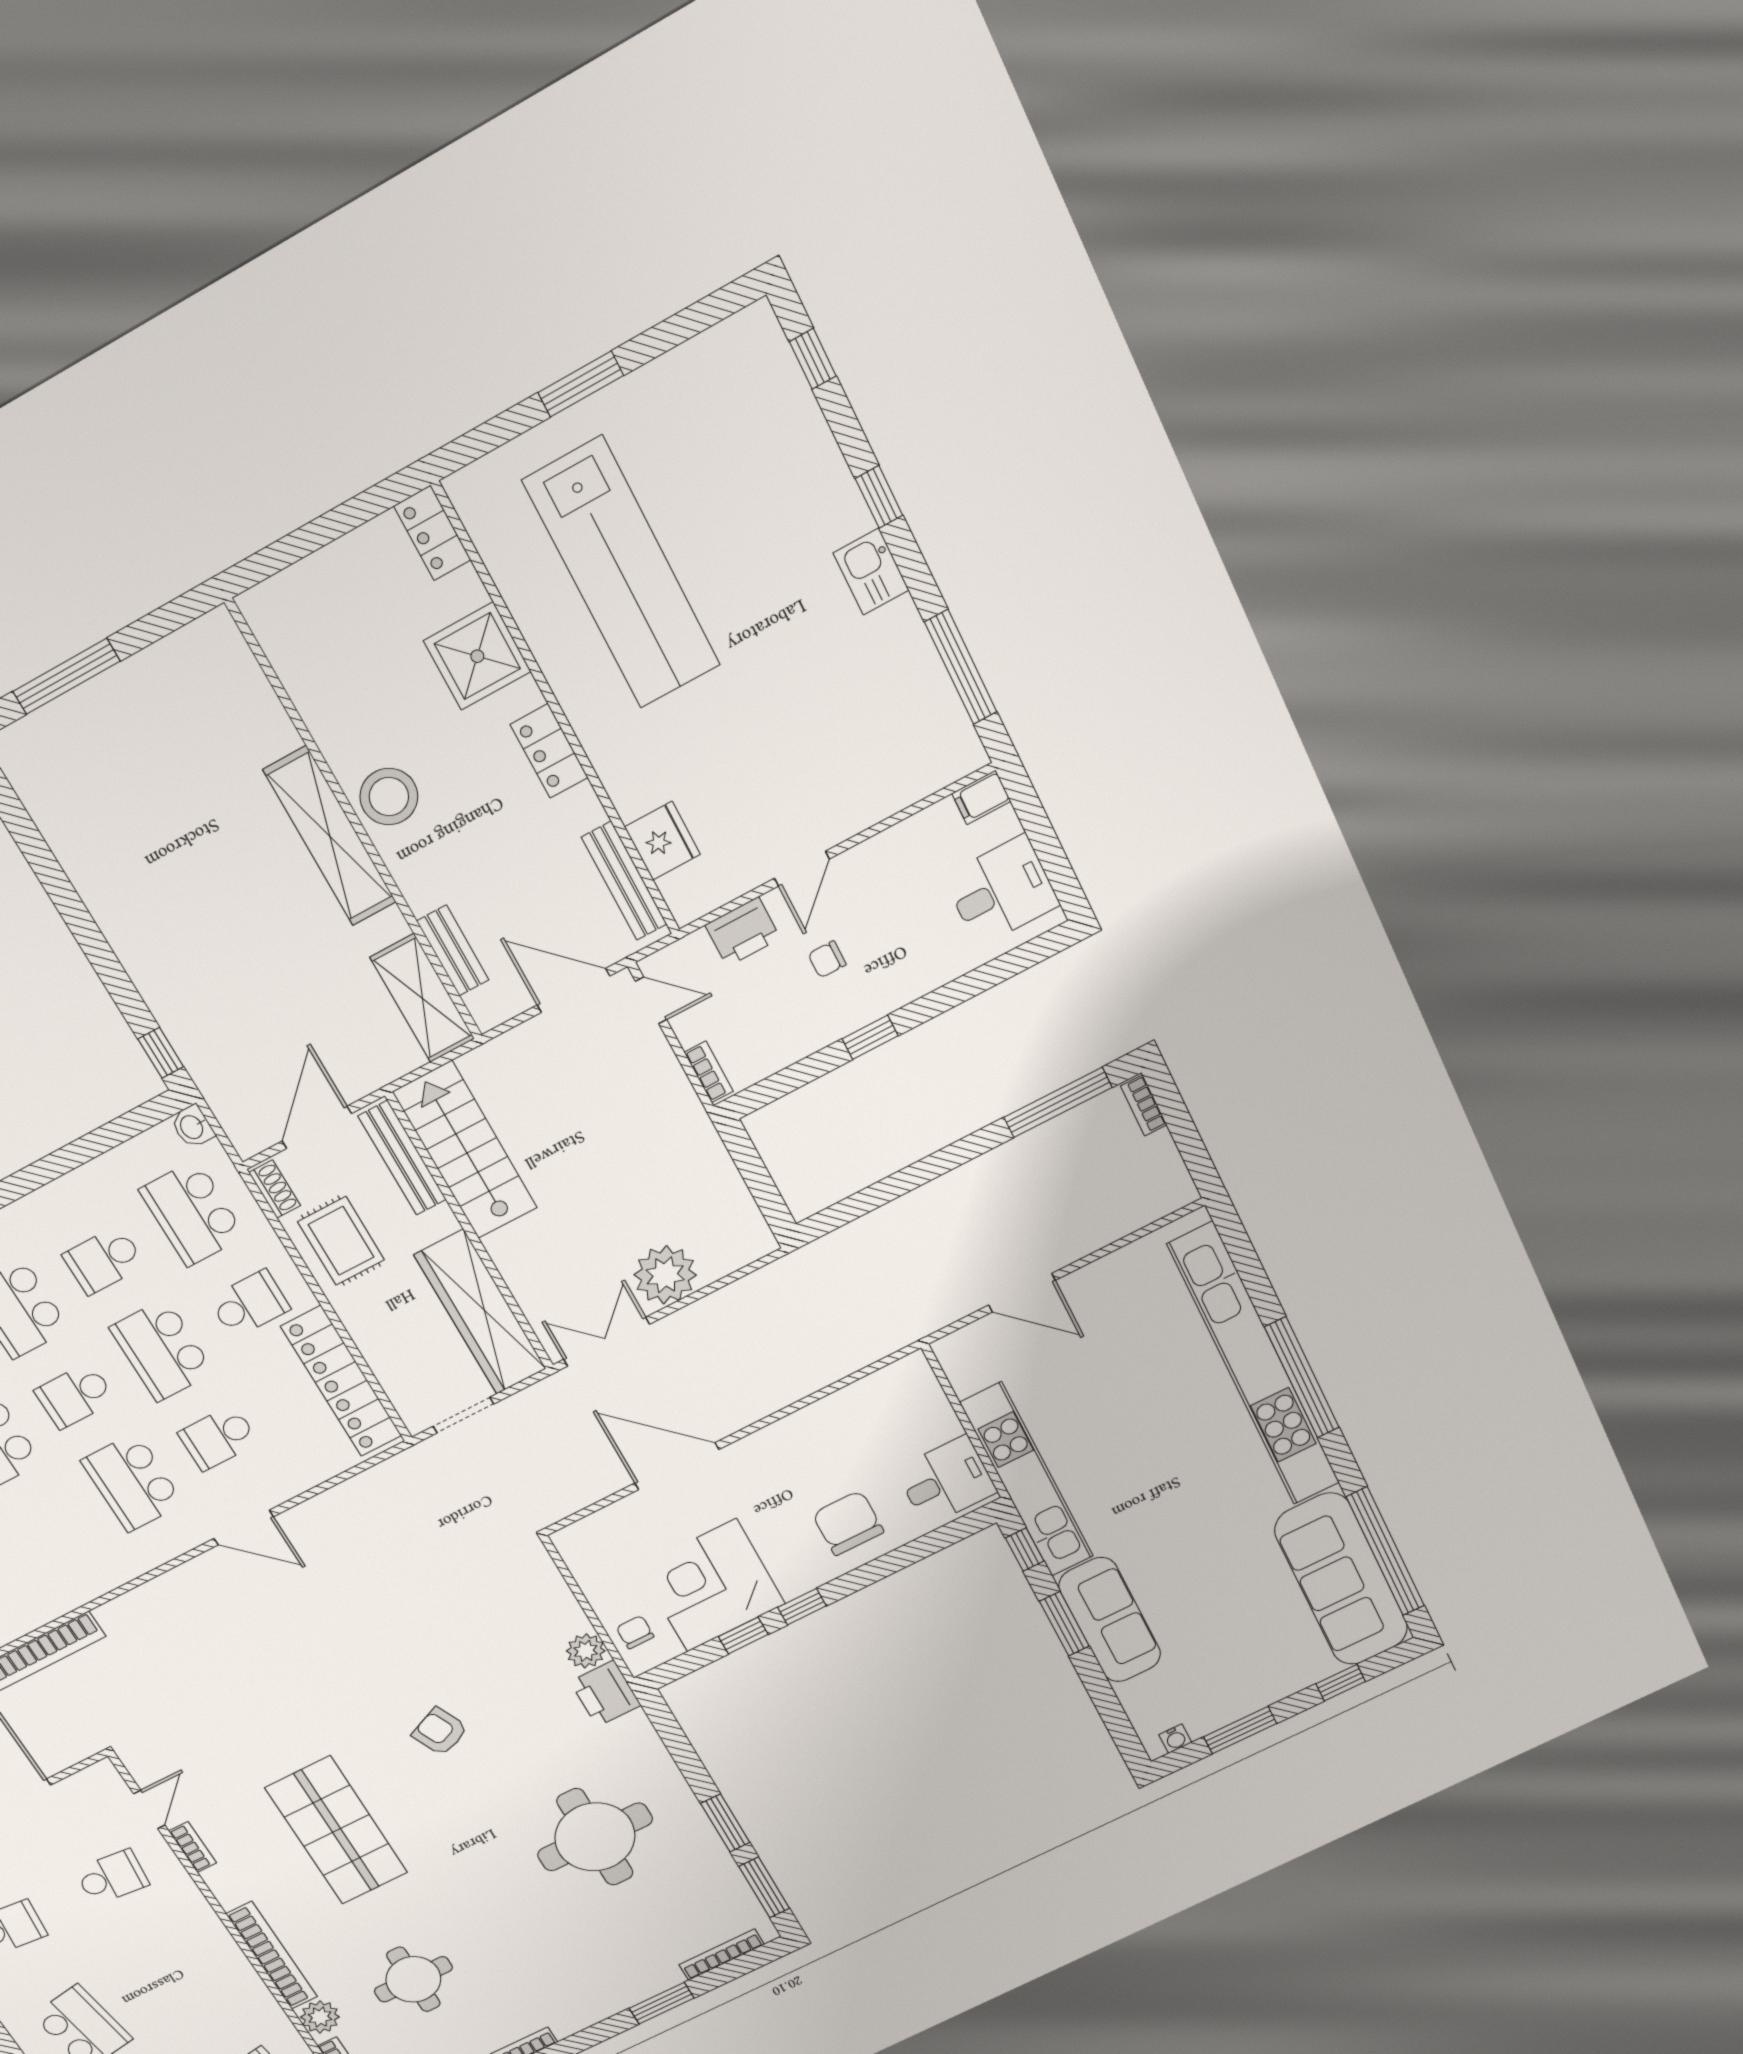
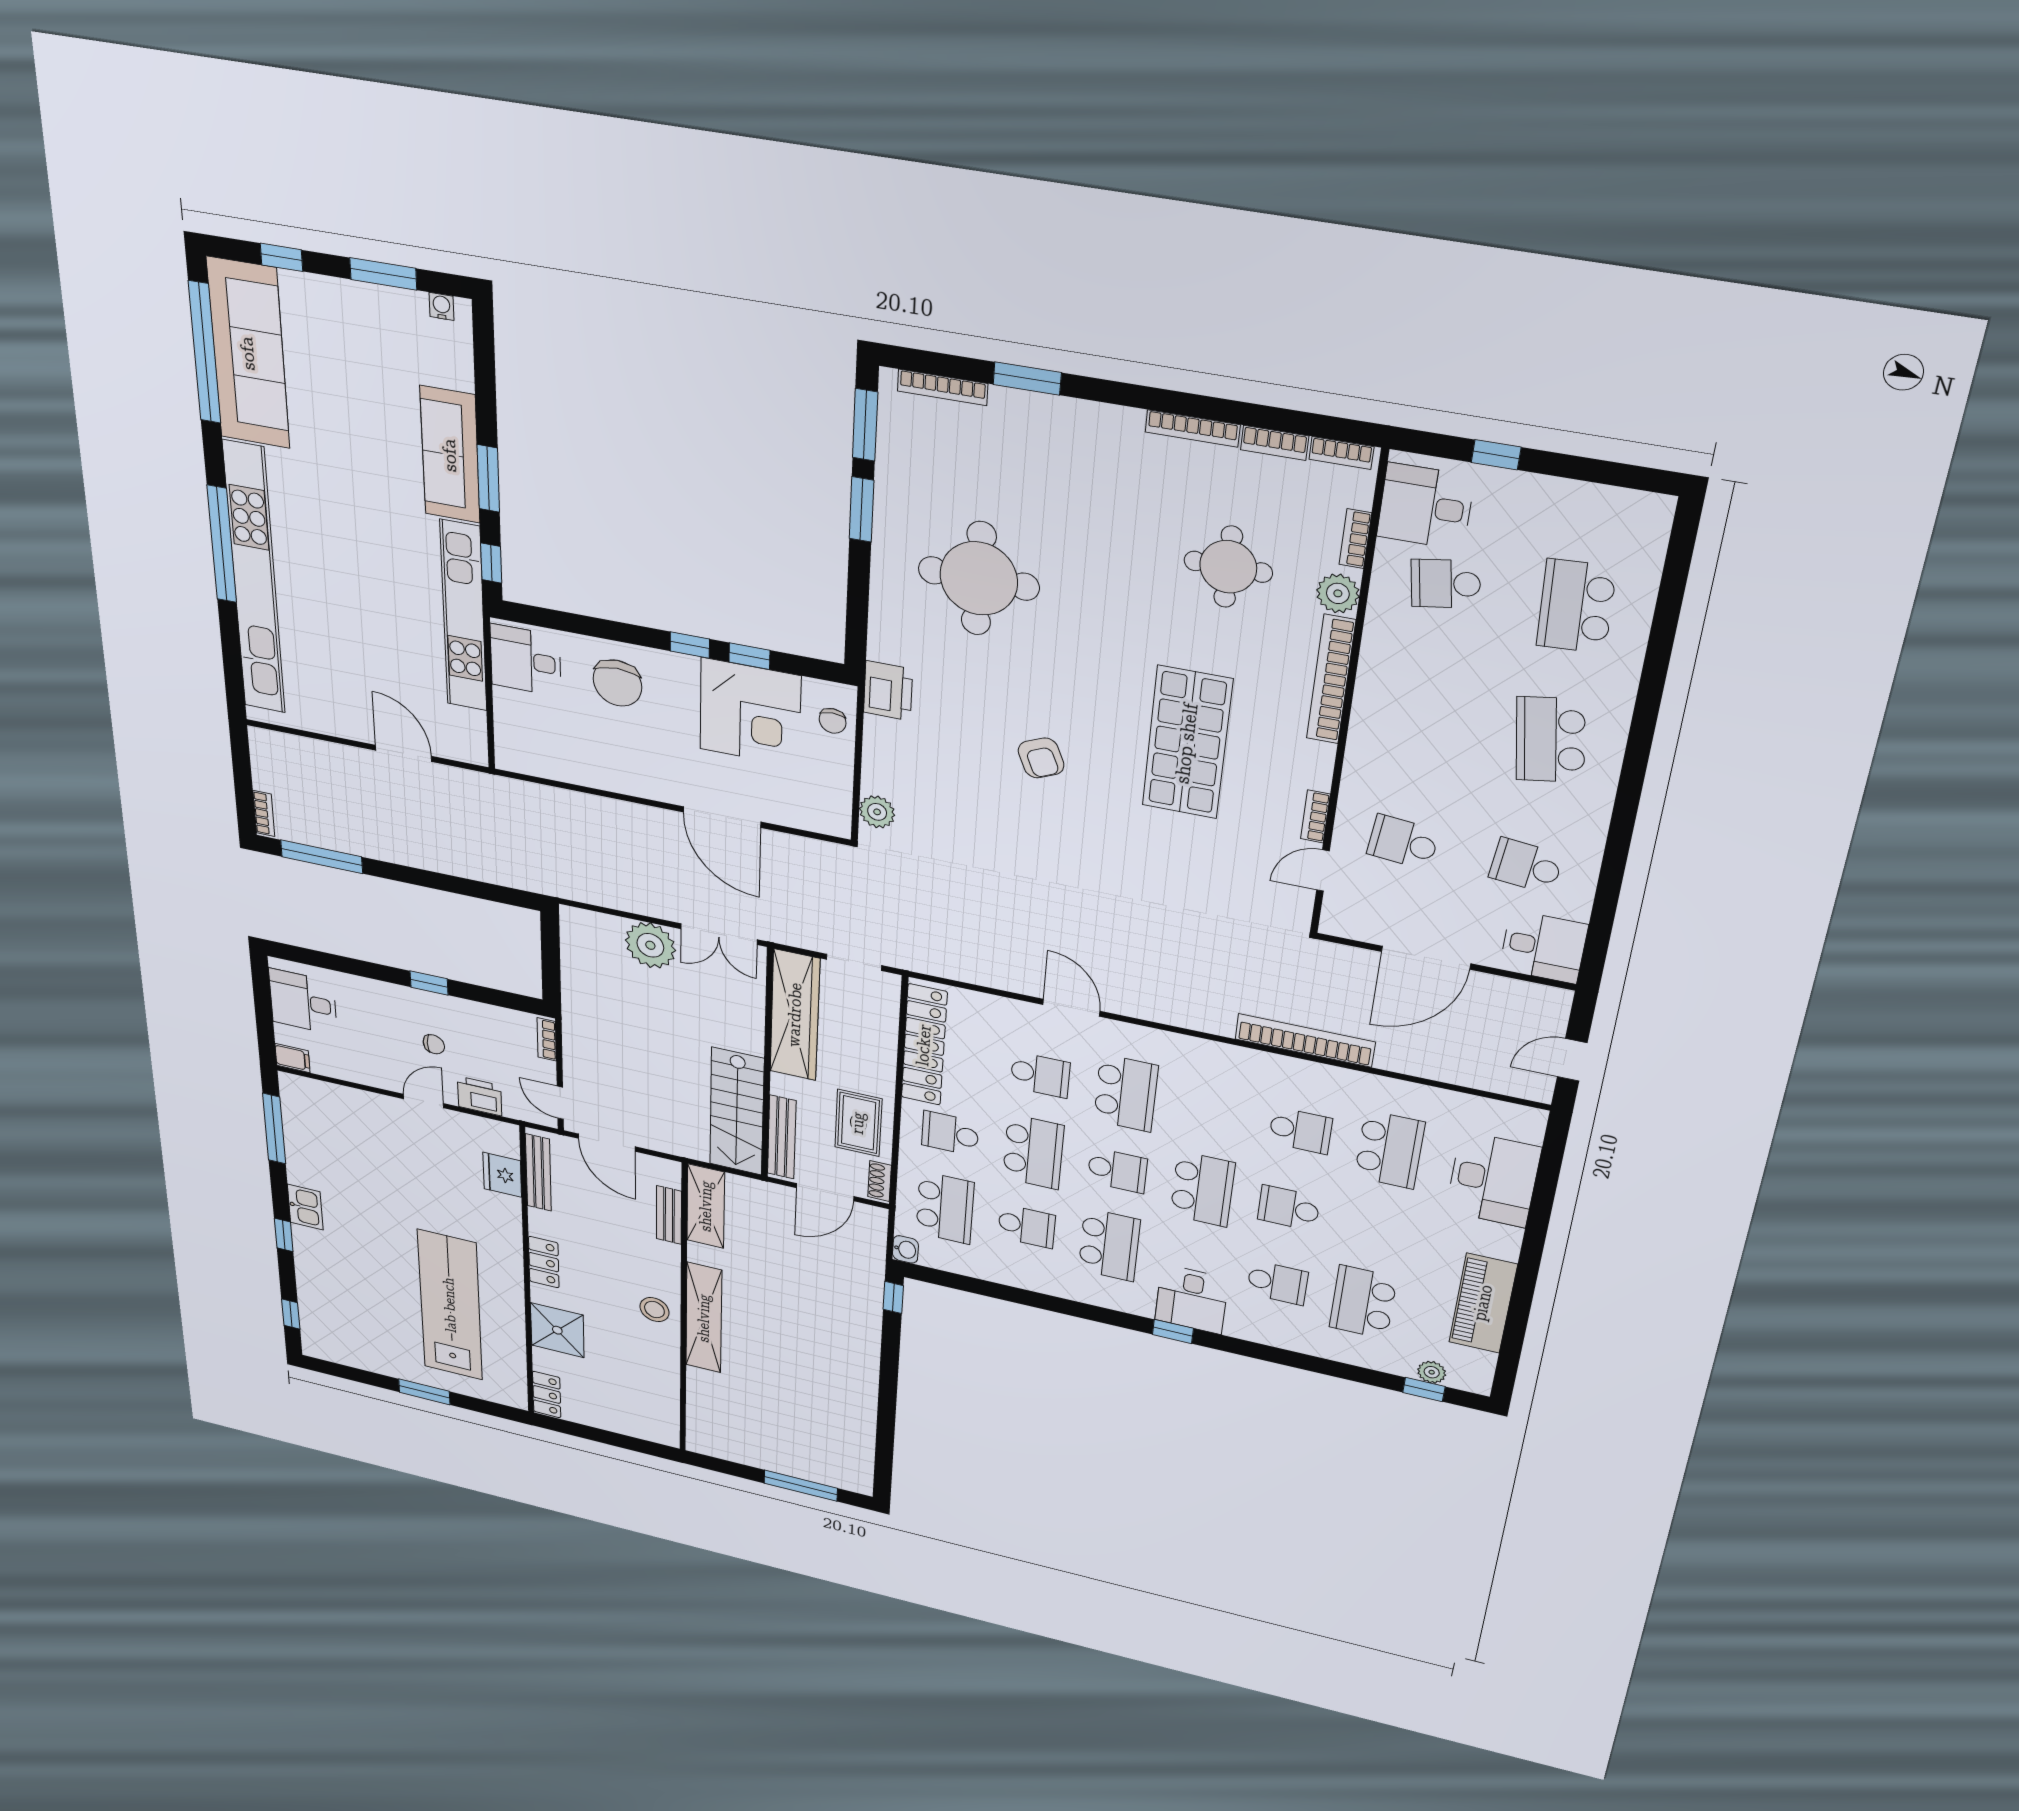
stool: (389, 797) -> (654, 1310), width x0.73, depth x0.73
plant: (586, 1651) -> (877, 812), moved

